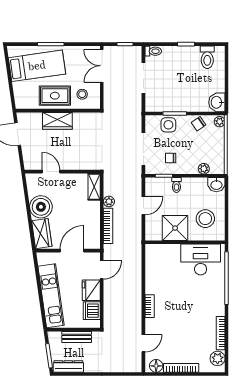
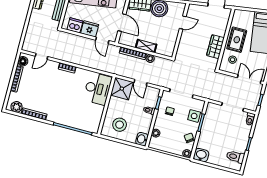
wardrobe: (57, 121) -> (215, 47), moved
shelving: (94, 187) -> (146, 46), moved
shower: (175, 228) -> (122, 89), moved
desk: (201, 260) -> (98, 89), moved
door: (143, 343) -> (41, 56), hinge flipped

